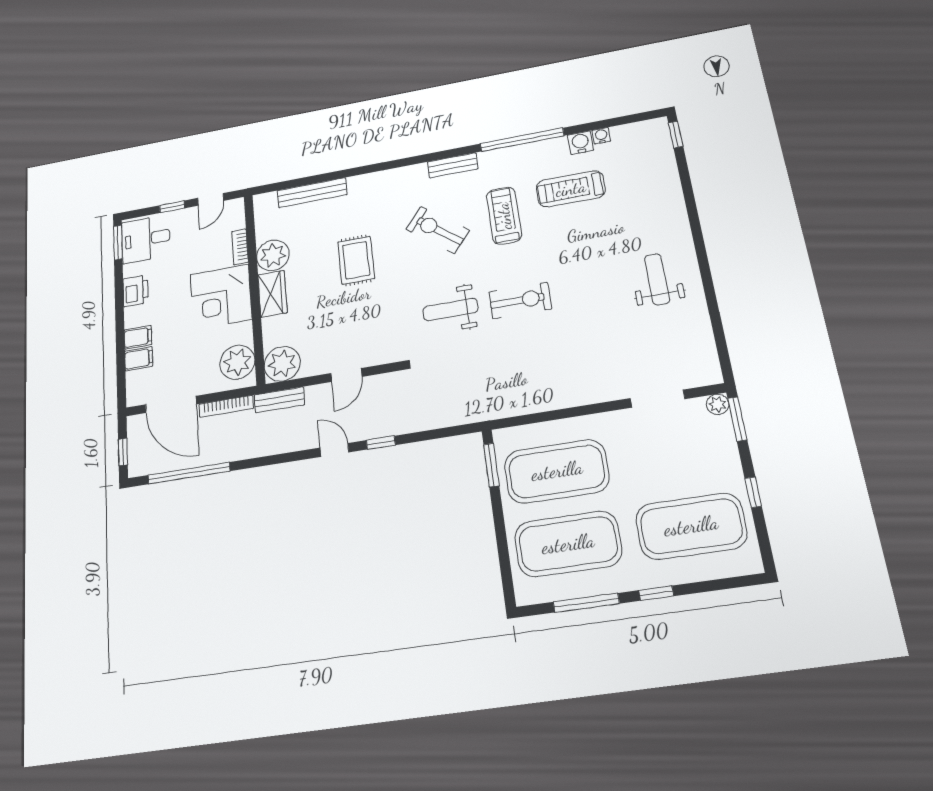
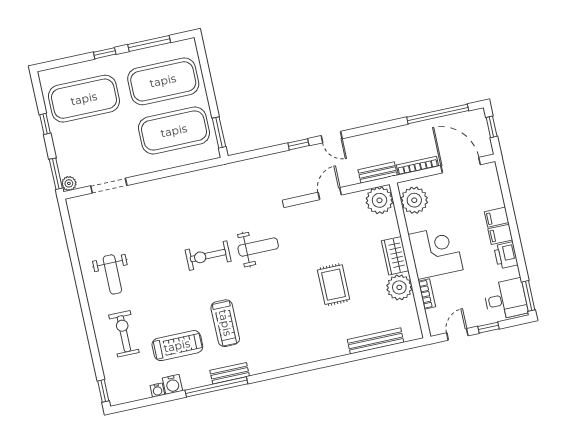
bench: (452, 165) -> (230, 373), moved
exercise bike: (438, 230) -> (124, 334), moved, turned -129
filing cabinet: (139, 359) -> (500, 234), moved

